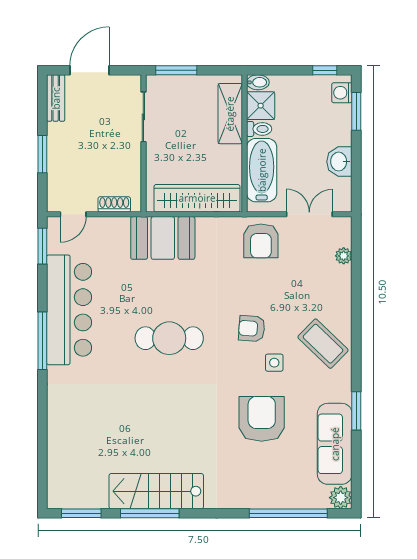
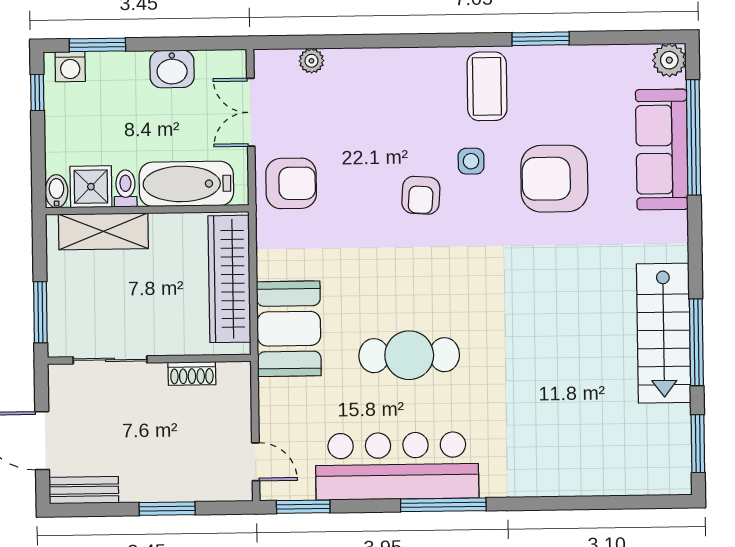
shoe rack: (114, 204) -> (192, 373), moved, turned -90
cafe table: (169, 338) -> (409, 355), moved, turned 90
coffee table: (323, 344) -> (487, 86), moved, turned -44
sofa: (335, 444) -> (662, 149), moved, turned 90

